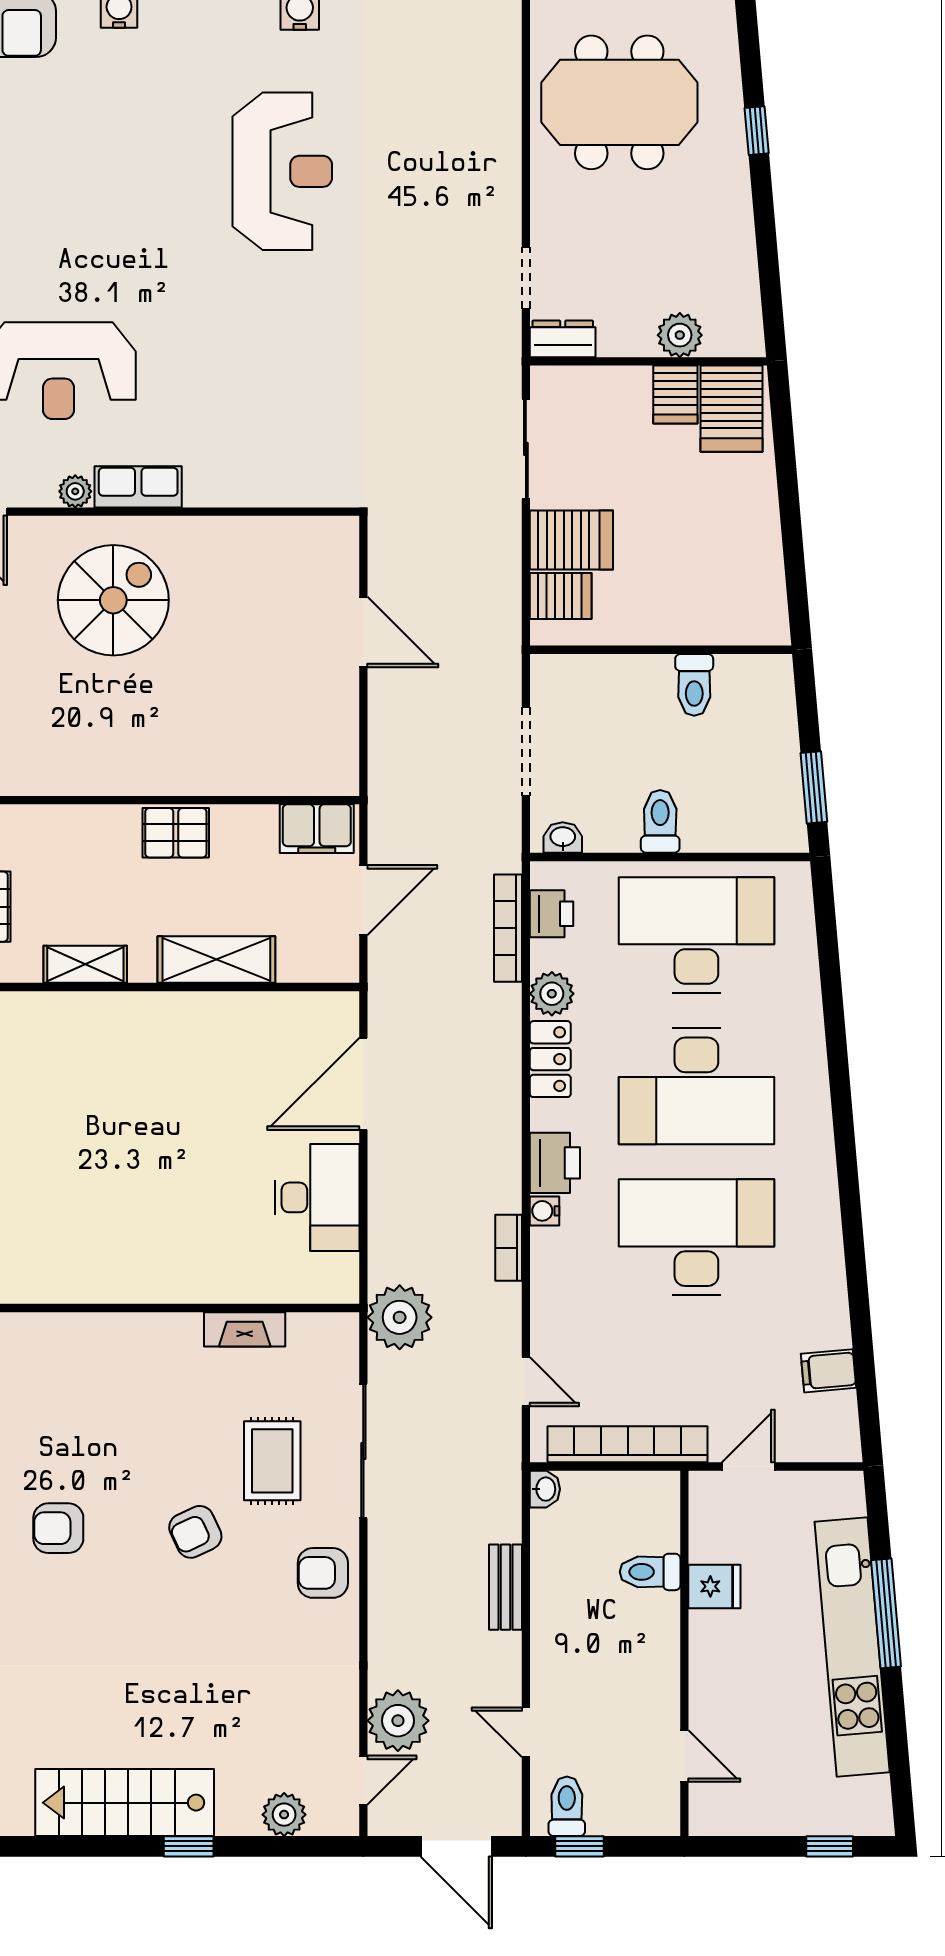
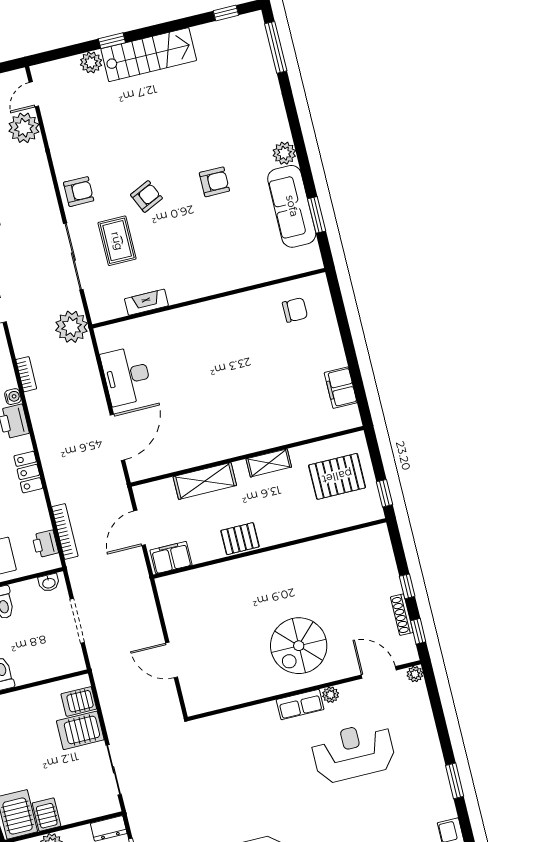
plant: (552, 994) -> (35, 504), removed
plant: (284, 1815) -> (91, 62), moved

